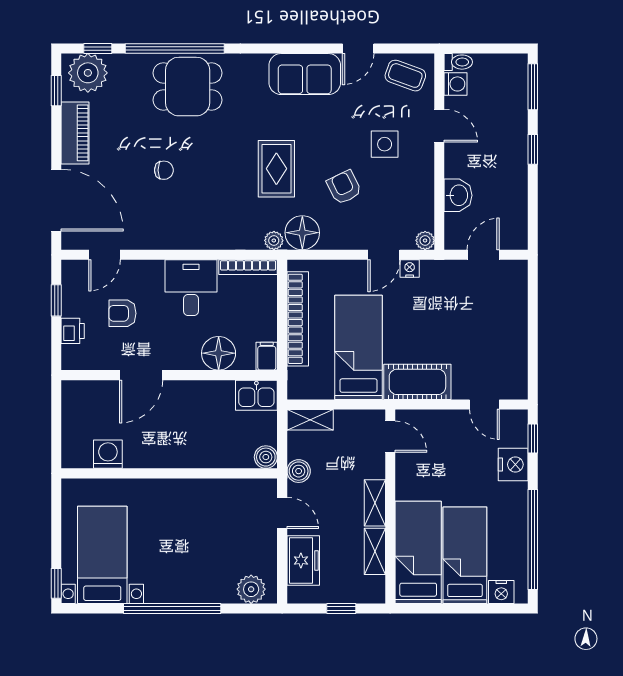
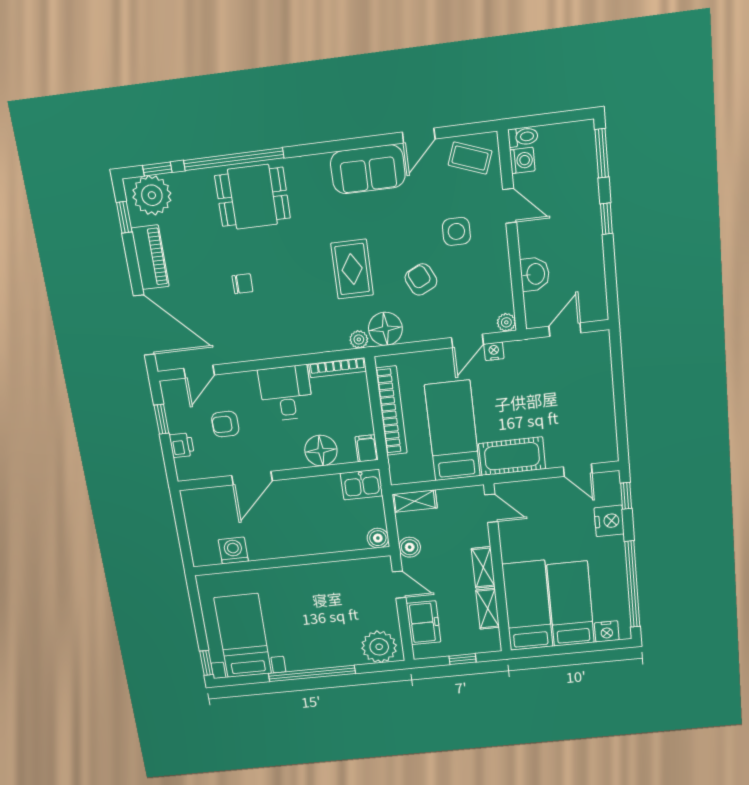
plant: (251, 589) -> (379, 647), width x1.36, depth x1.36

